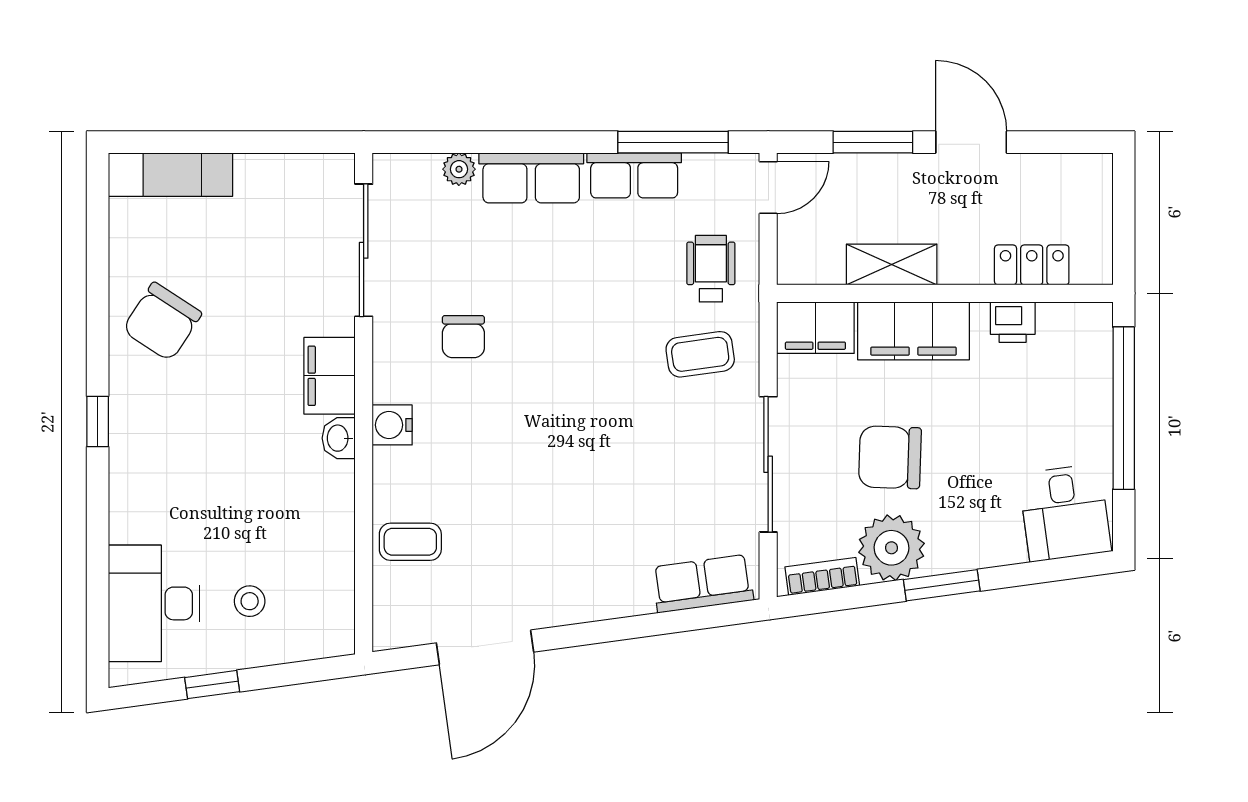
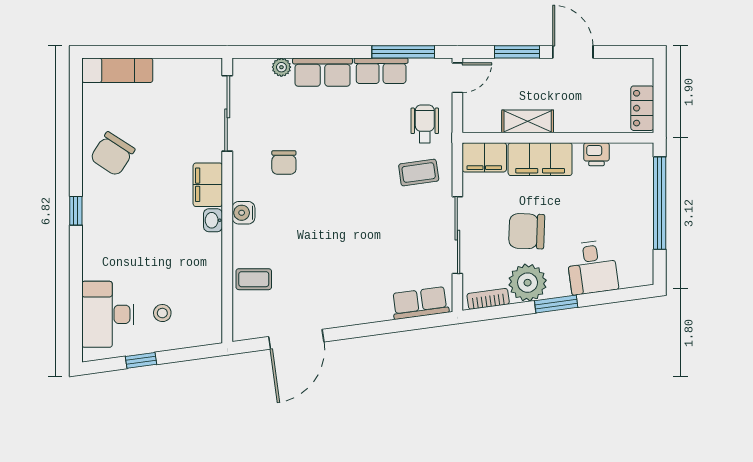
locker: (1032, 265) -> (642, 108), moved, turned -90
desk: (1065, 513) -> (592, 267), moved

